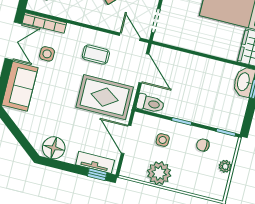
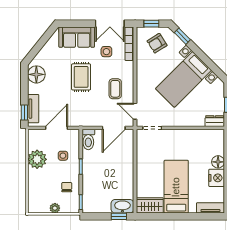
door: (130, 37) -> (135, 111), swing flipped
rug: (105, 97) -> (81, 77), moved, width x0.73, depth x0.70

